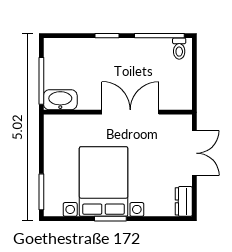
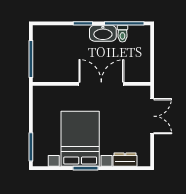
toilet: (179, 49) -> (122, 34), moved
washbasin: (60, 100) -> (103, 33), moved, turned 180
dresser: (184, 201) -> (125, 160), moved, turned 90

